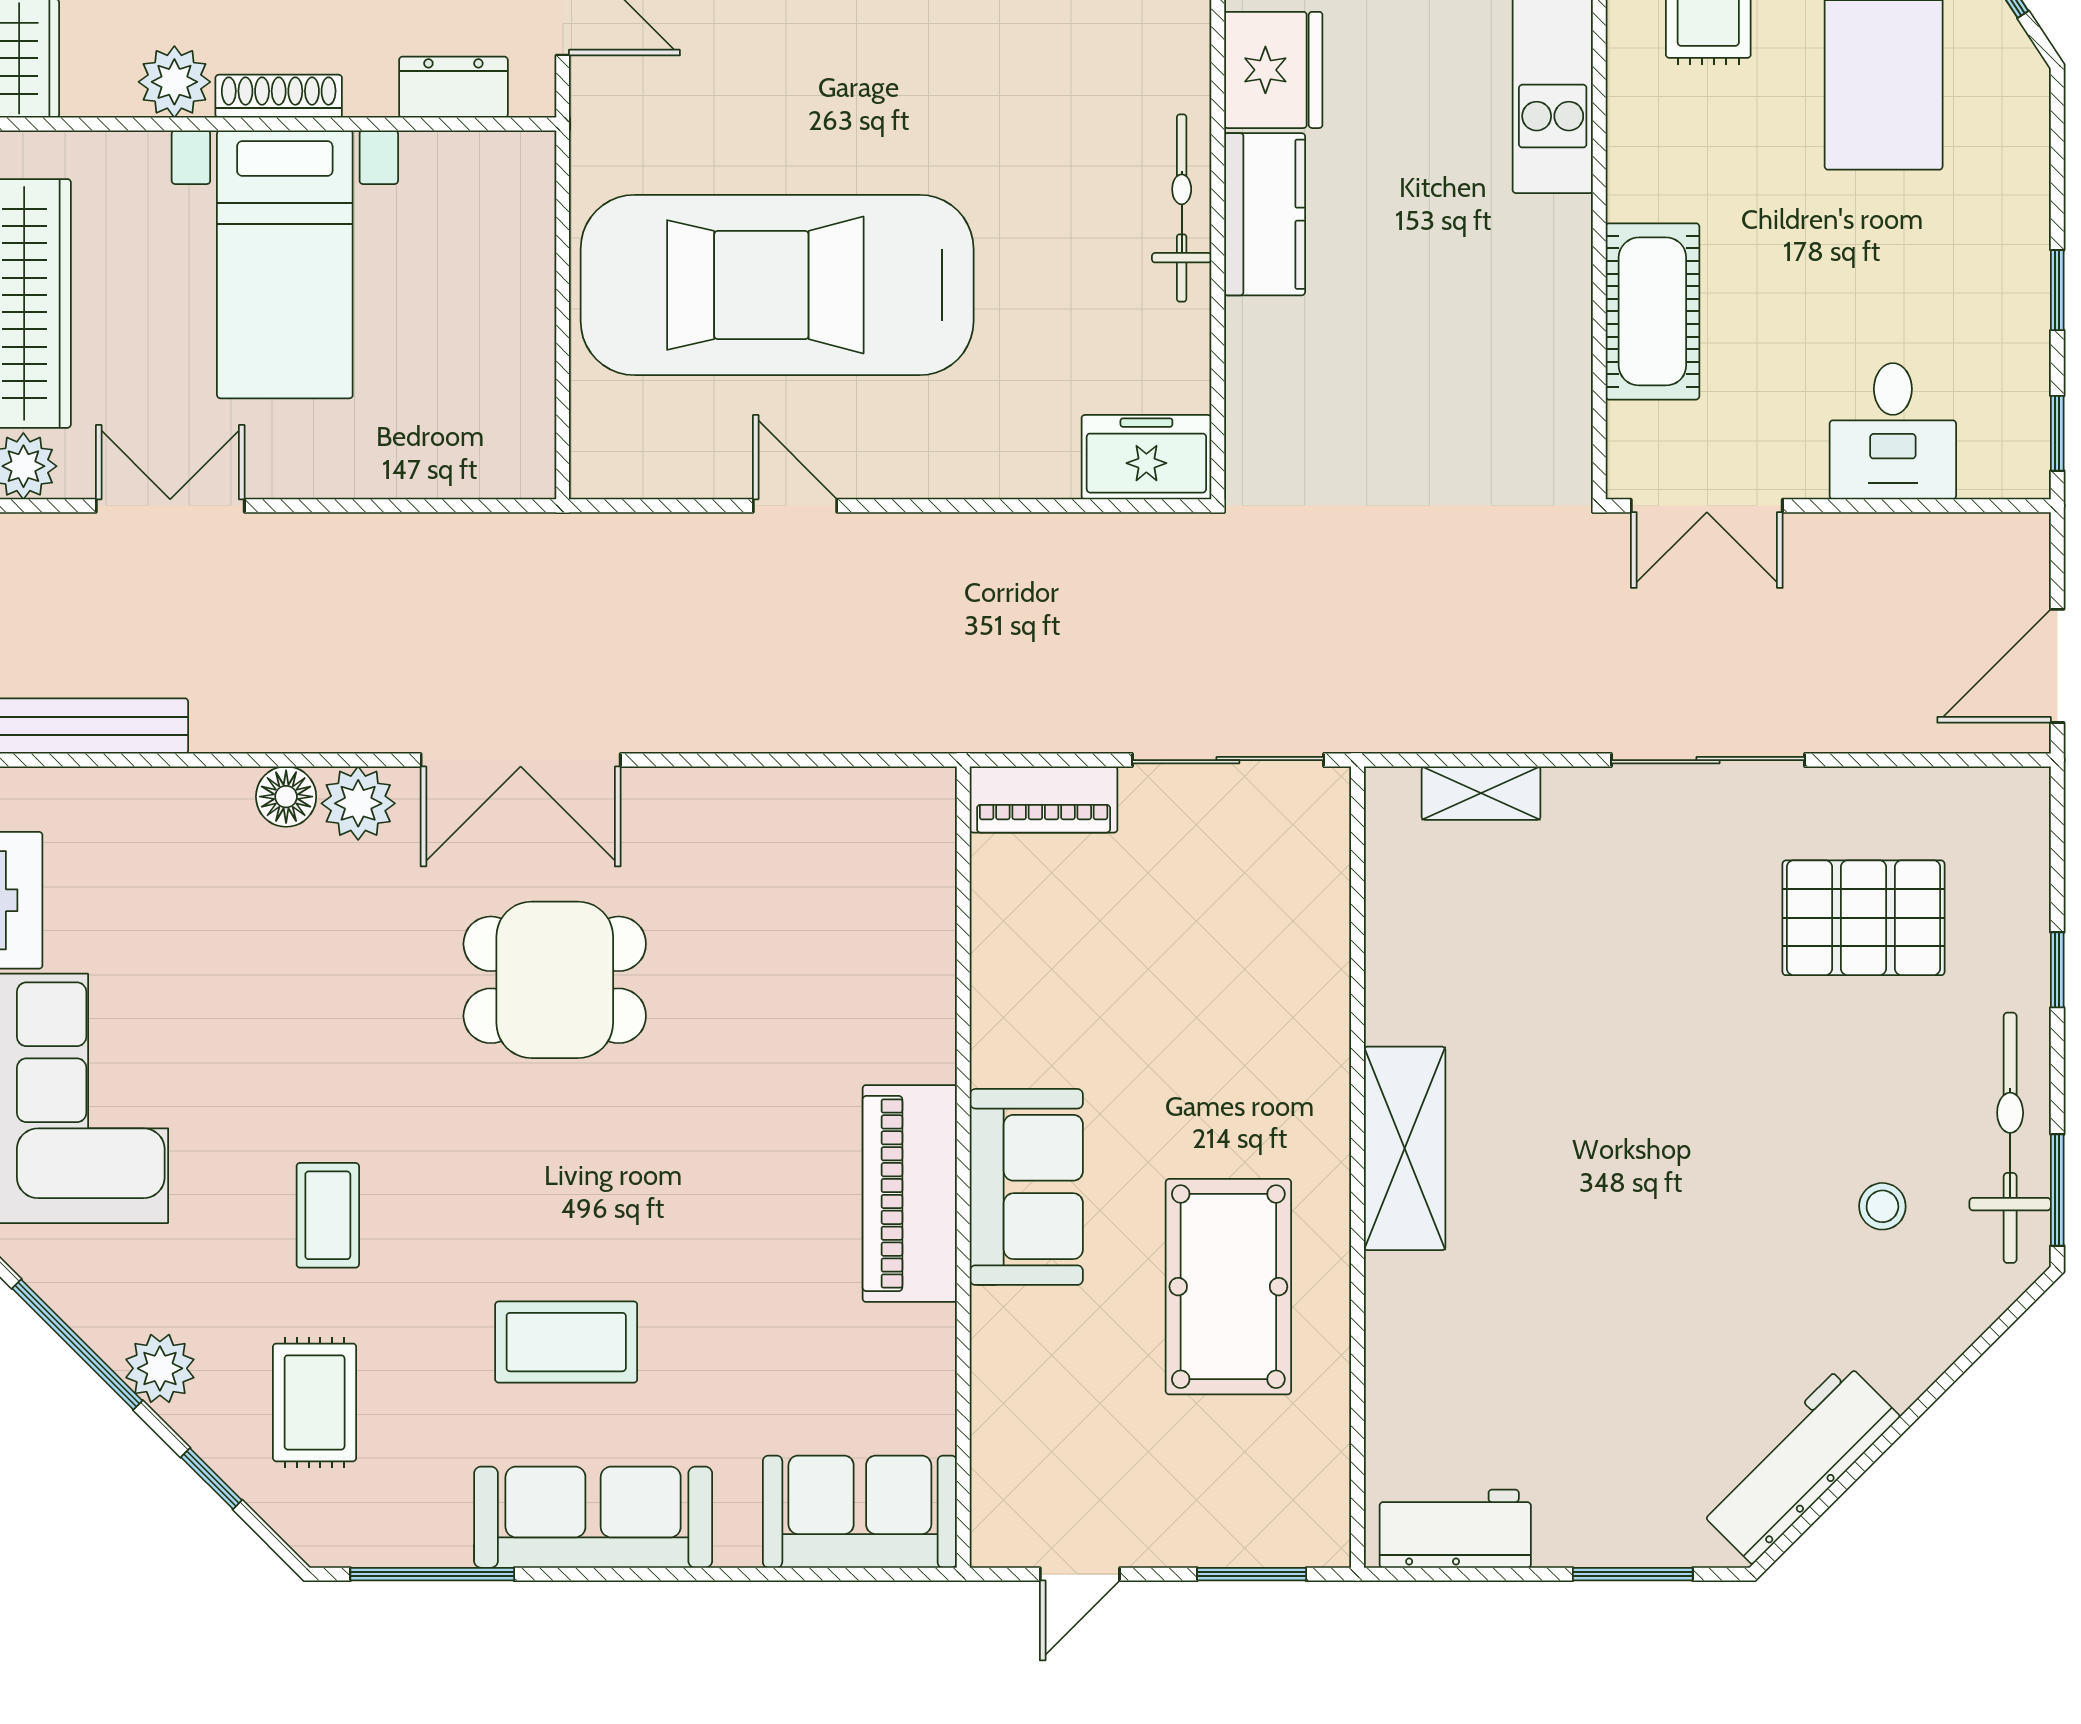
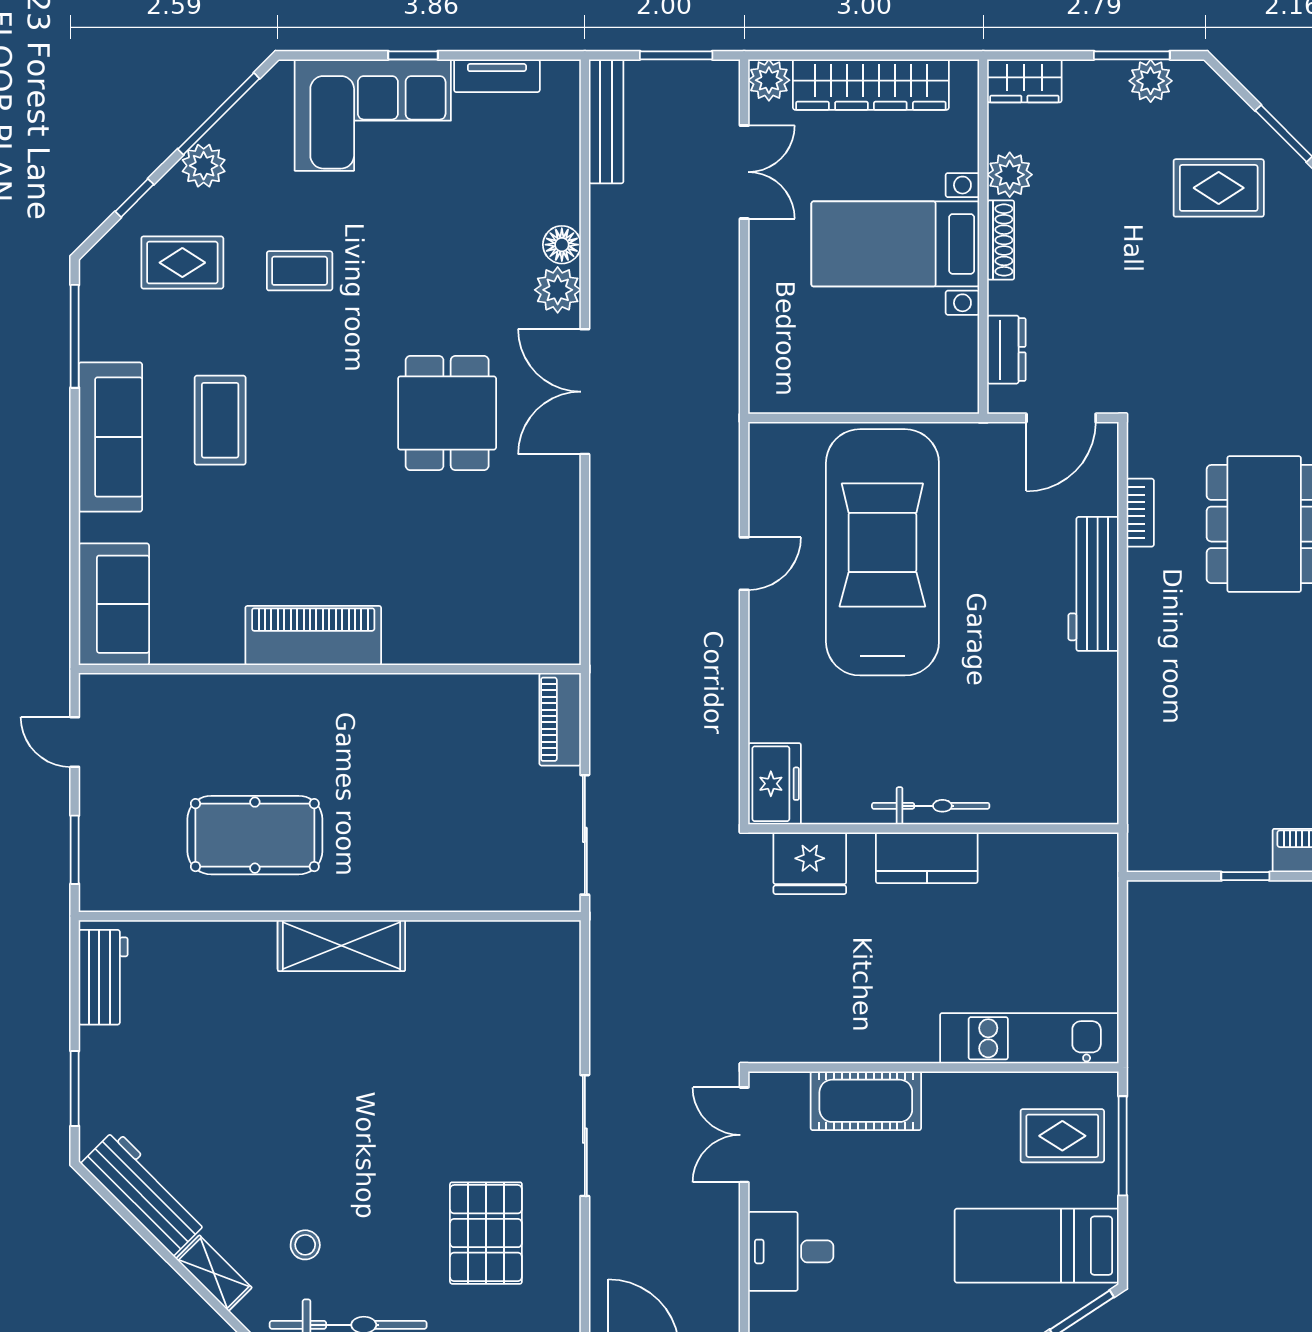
fridge: (1273, 70) -> (810, 863), moved
shelving: (1481, 793) -> (214, 1273), moved, turned -45
sofa: (1026, 1187) -> (317, 708), removed

